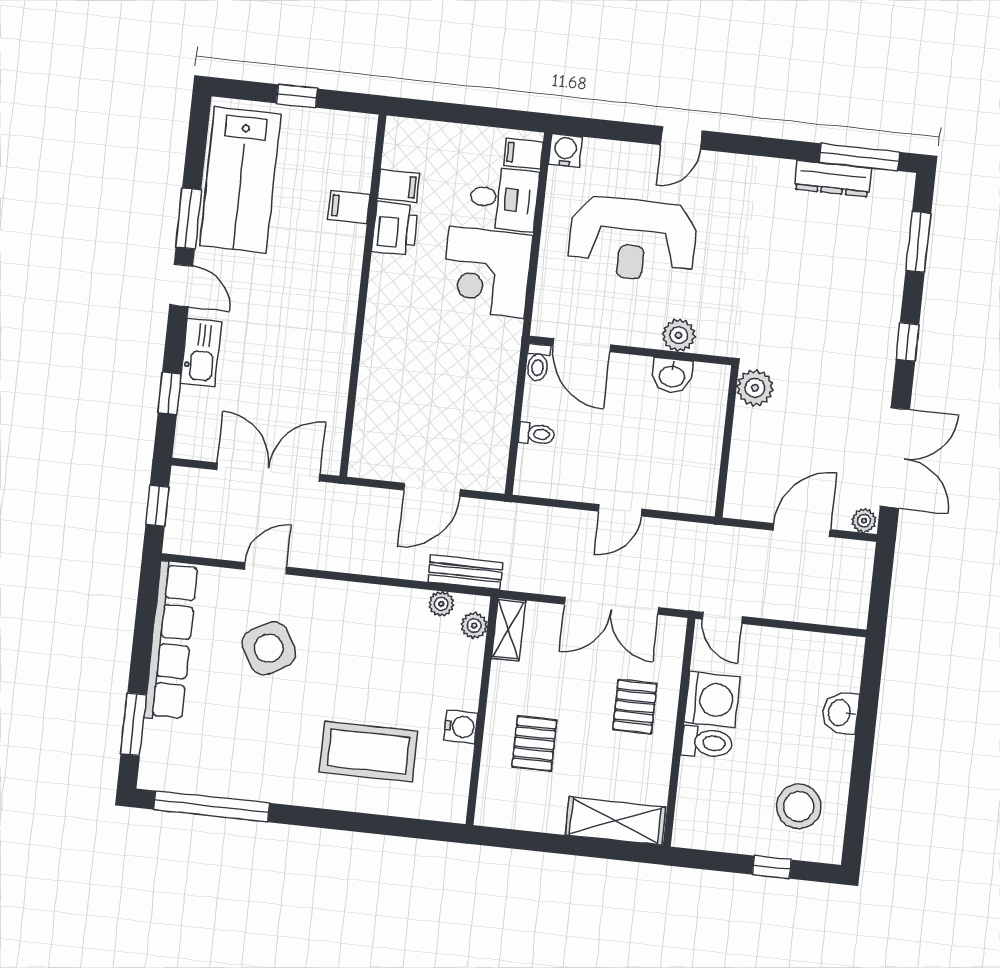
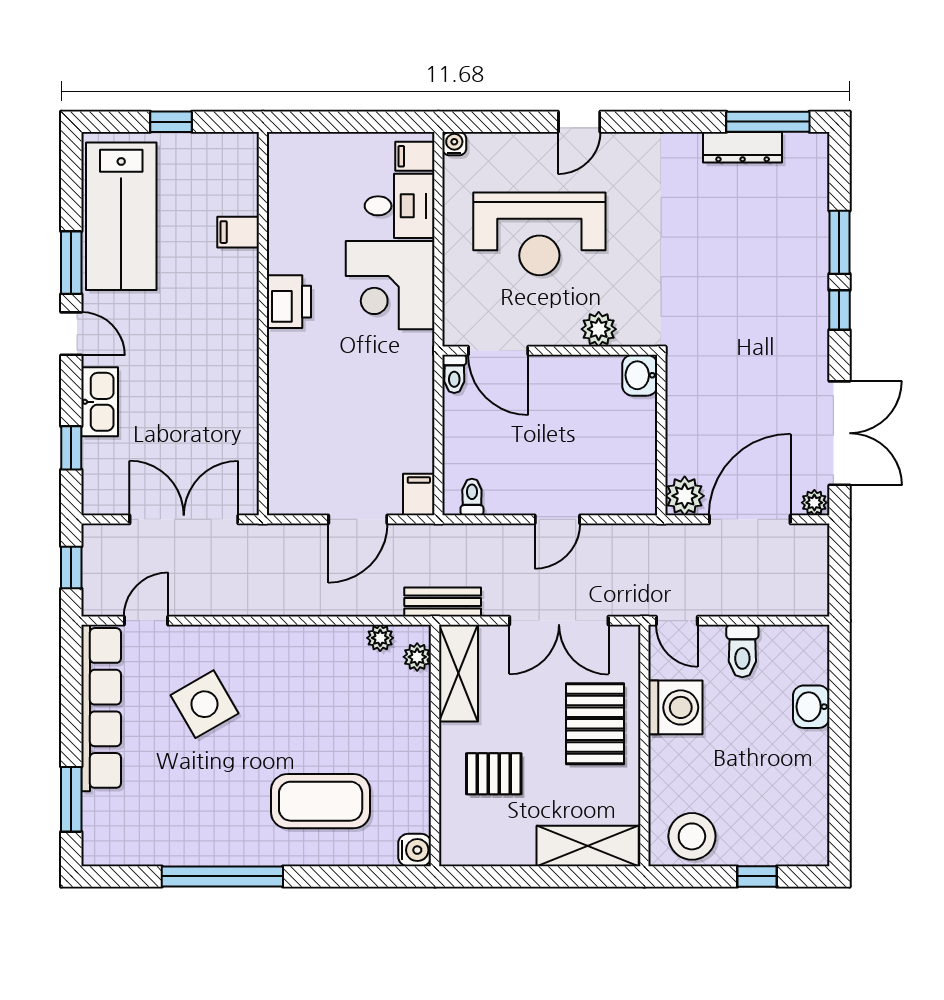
water cooler: (565, 150) -> (454, 144), width x0.72, depth x0.72
filing cabinet: (398, 186) -> (419, 494), moved, turned -90
printer: (395, 228) -> (289, 302), moved
window: (918, 242) -> (839, 242), moved
washbasin: (672, 375) -> (640, 375), moved, turned 90
plant: (755, 388) -> (685, 496), moved
toilet: (537, 434) -> (472, 497), moved, turned -90
door: (802, 530) -> (750, 519), width x1.36
door: (266, 568) -> (146, 621), moved
bench: (465, 572) -> (443, 602), moved
shelving: (508, 629) -> (458, 673), width x1.50, depth x1.33
pallet: (635, 707) -> (595, 724), width x1.50, depth x1.42
water cooler: (461, 727) -> (415, 850), moved
pallet: (534, 743) -> (494, 774), turned 90
toilet: (707, 743) -> (742, 651), moved, turned 90
window: (212, 806) -> (222, 876), moved
stool: (799, 806) -> (692, 836), moved

